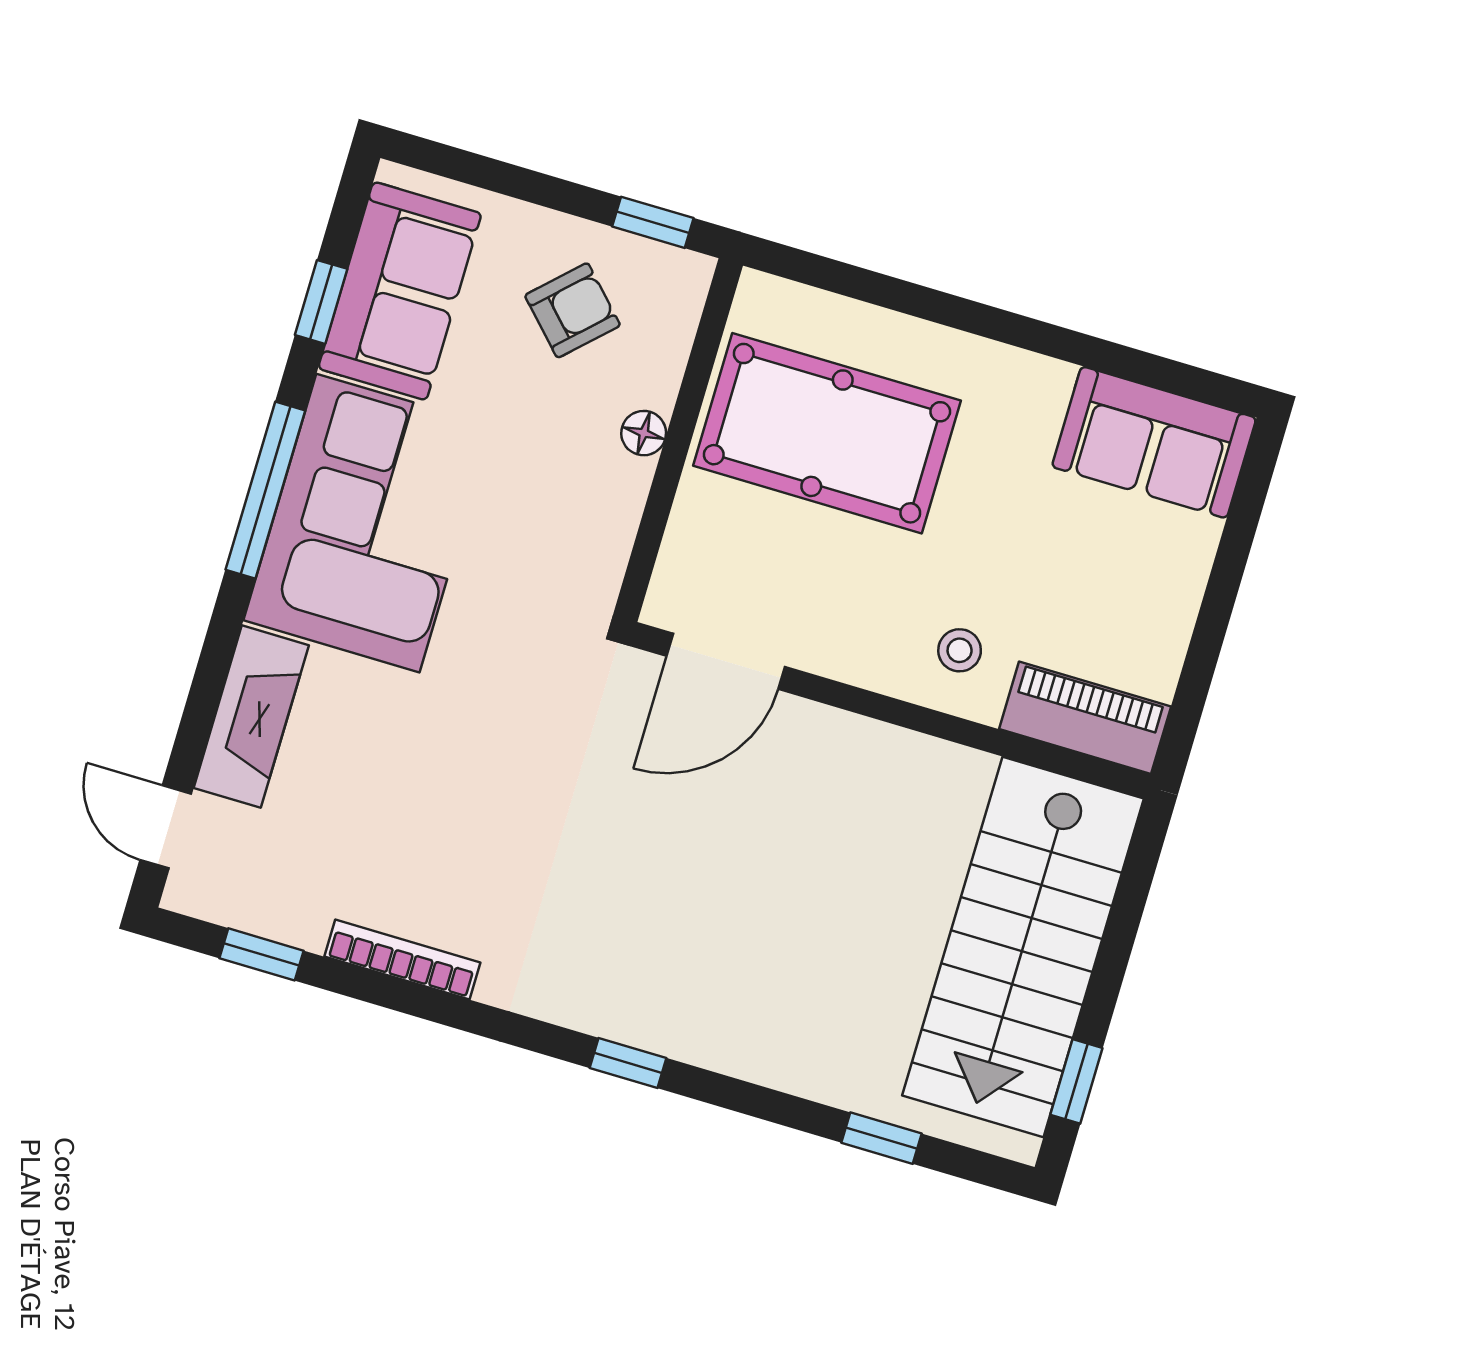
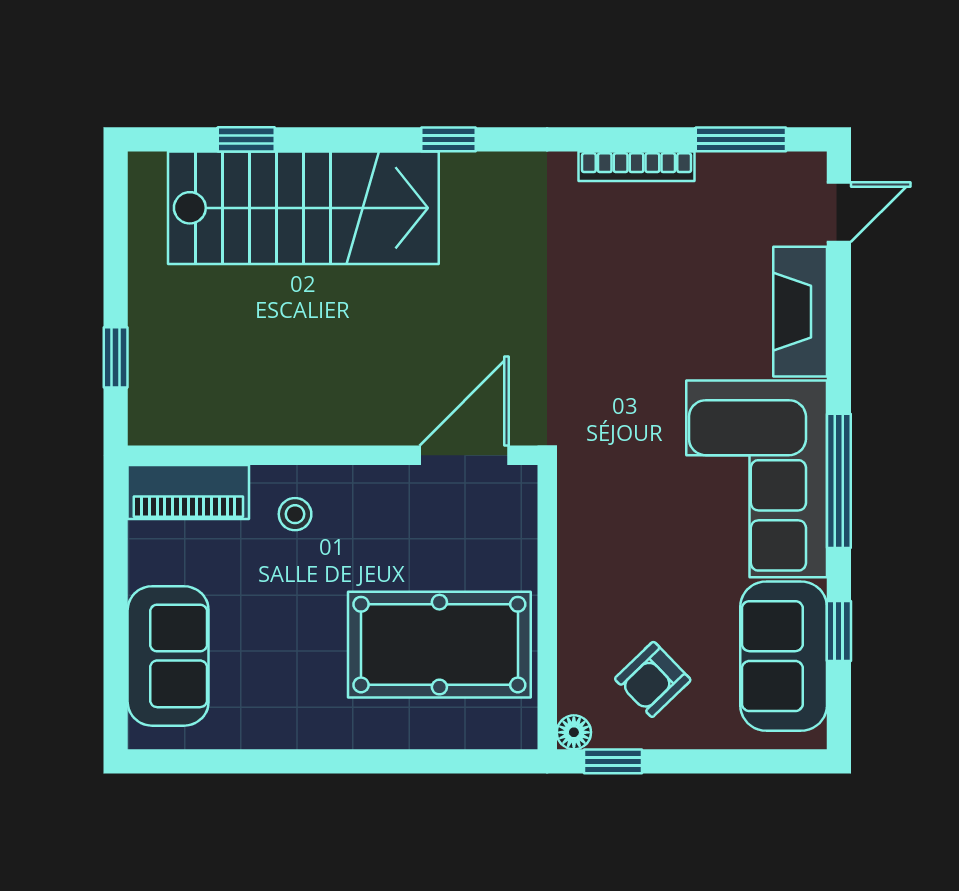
floor lamp: (644, 433) -> (574, 732), moved
sofa: (1154, 442) -> (168, 656), moved, turned 90
door: (166, 827) -> (839, 212), hinge flipped
stairs: (1023, 947) -> (303, 208), moved, turned 90
window: (262, 954) -> (741, 139), width x1.50
window: (1076, 1081) -> (116, 357), moved

